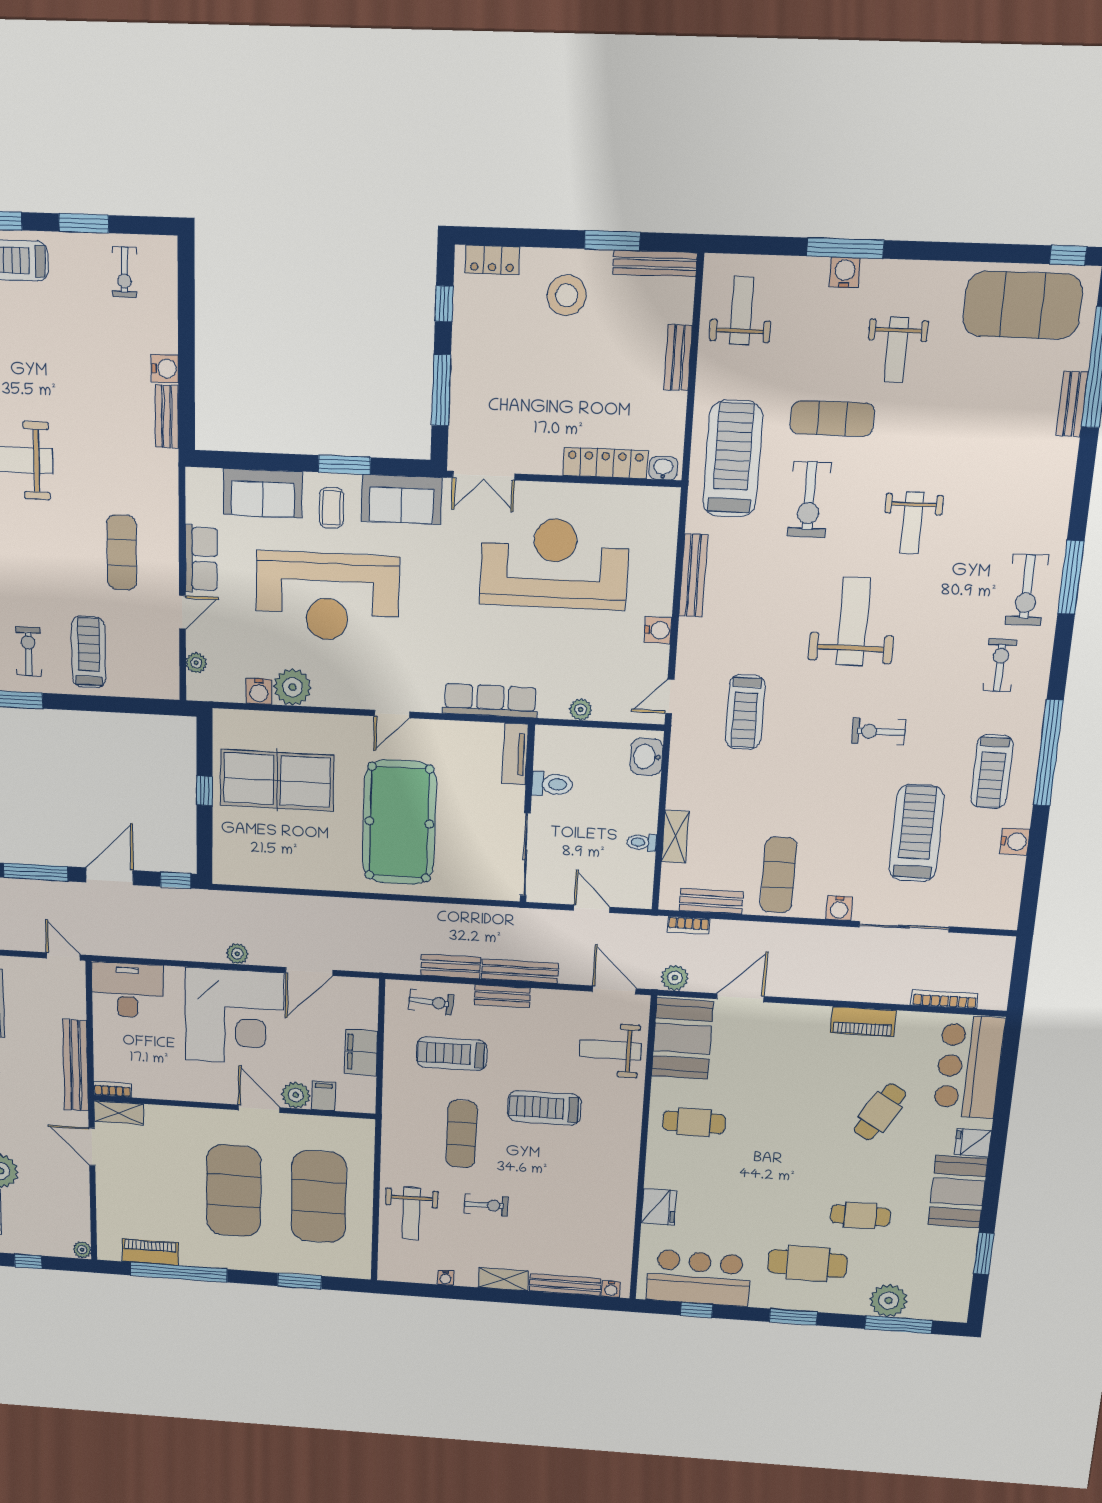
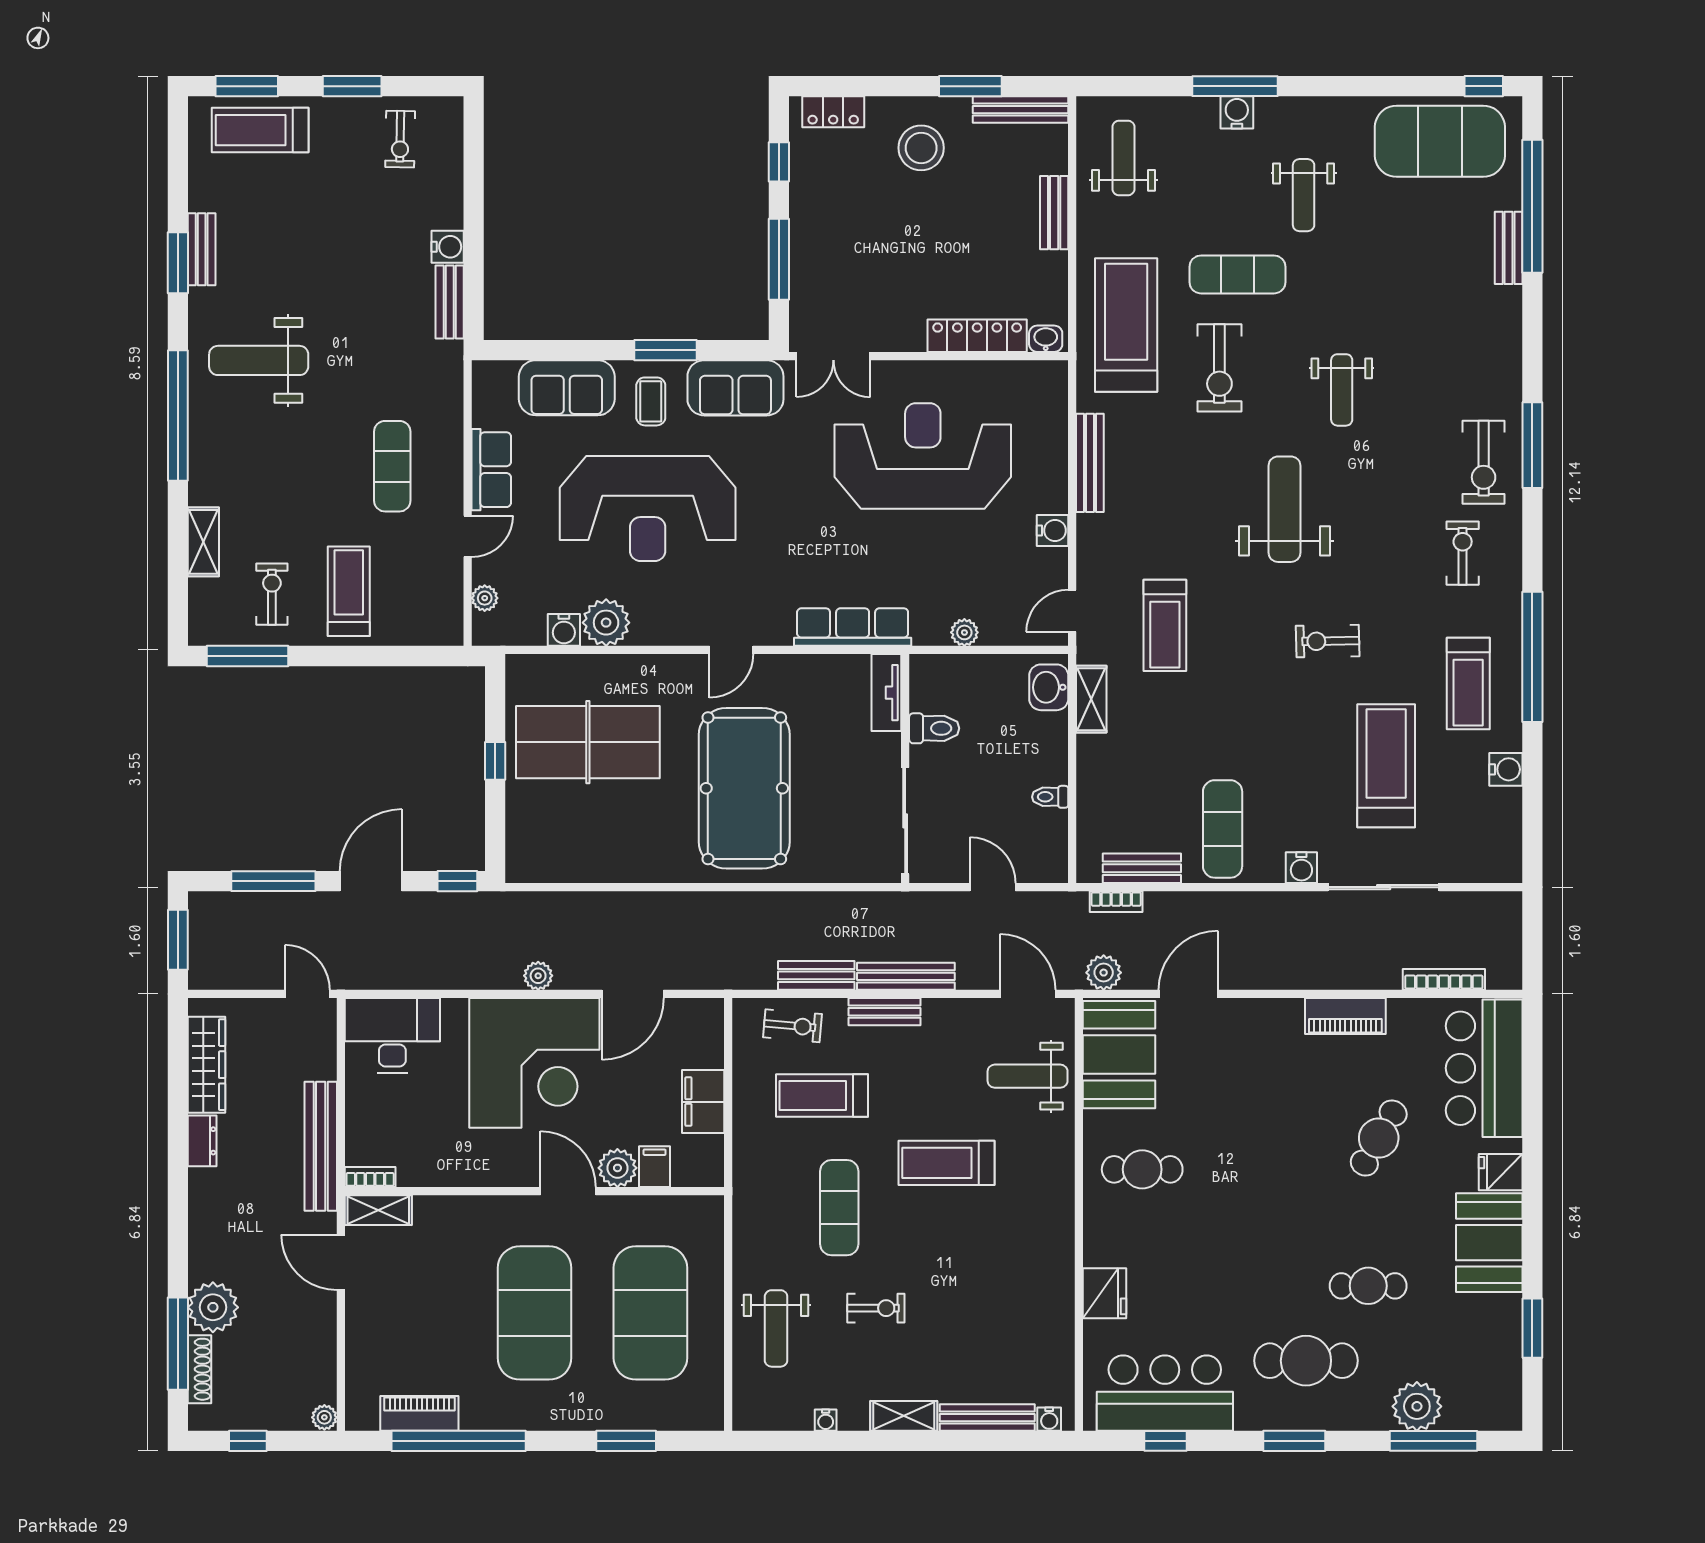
shelving: (675, 837) -> (1091, 699), moved

